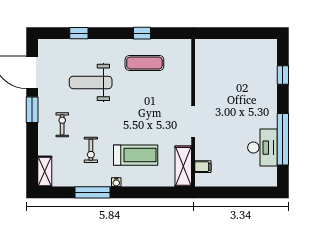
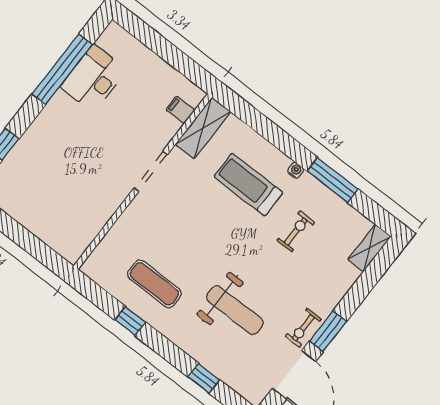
exercise bike: (62, 125) -> (303, 328), moved

